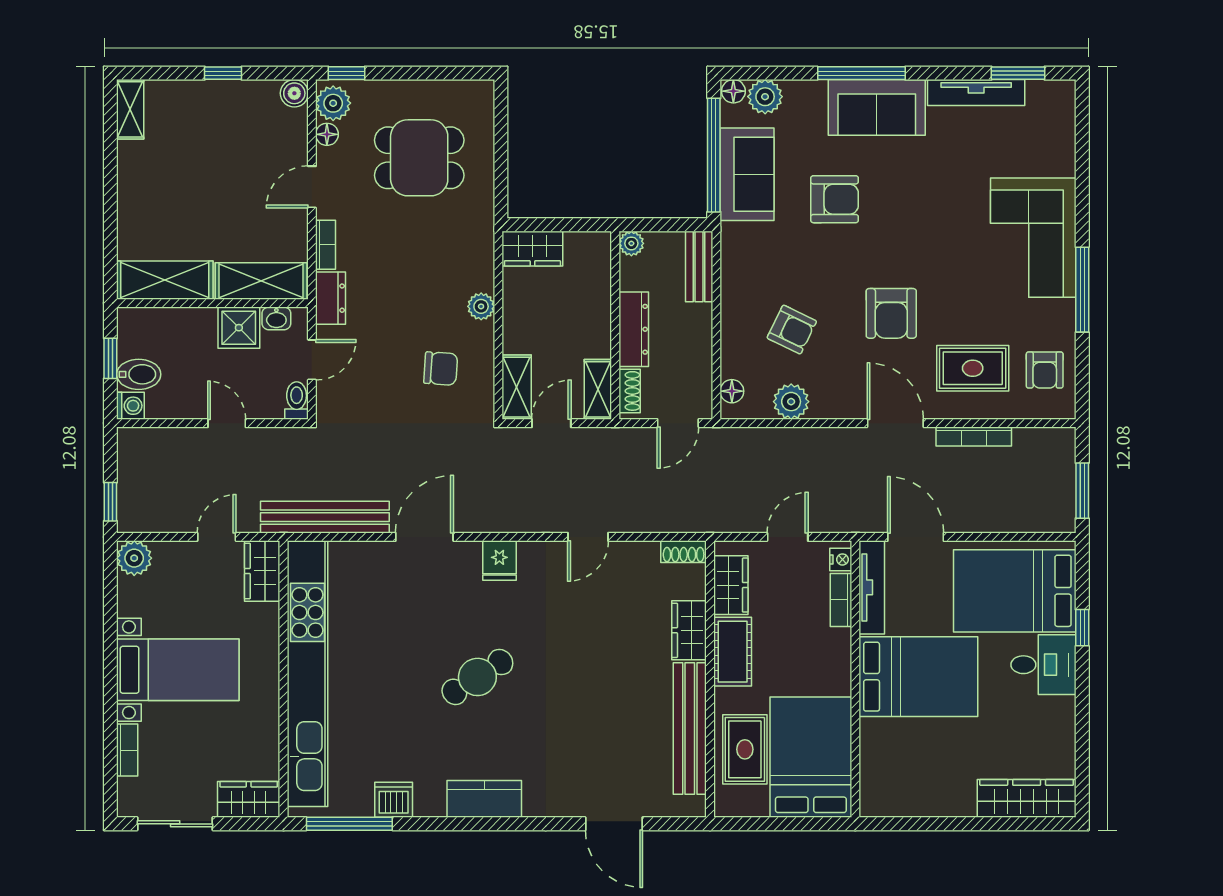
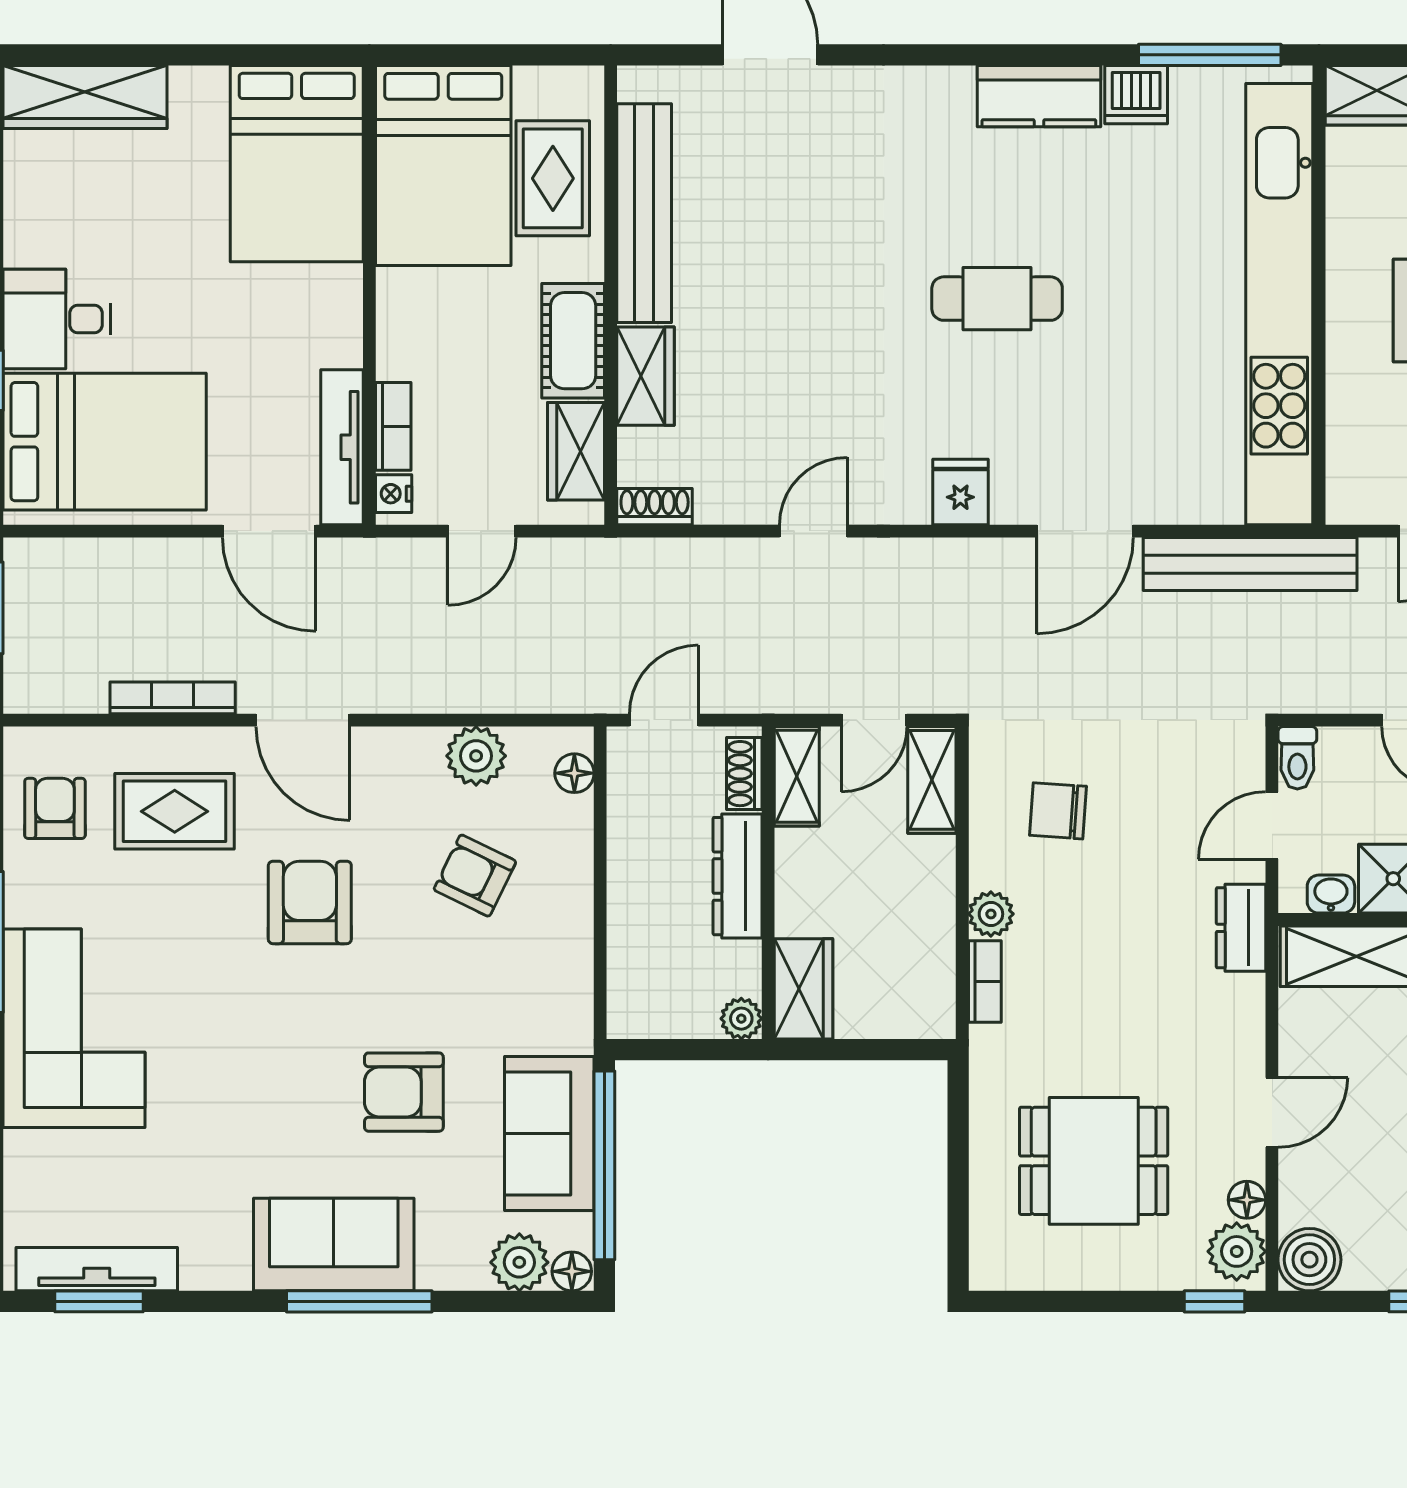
boiler: (294, 93) -> (1309, 1260), width x1.36, depth x1.36
tv unit: (976, 93) -> (97, 1269), moved
bookcase: (326, 245) -> (985, 981), moved, turned 180
wardrobe: (532, 249) -> (804, 989), moved, turned 90
bench: (699, 266) -> (629, 980), removed
wardrobe: (262, 571) -> (1355, 475), removed
cafe table: (477, 677) -> (997, 299), turned 33
bed: (918, 677) -> (297, 164), moved, turned -90
kitchen counter: (484, 799) -> (1039, 96), moved

